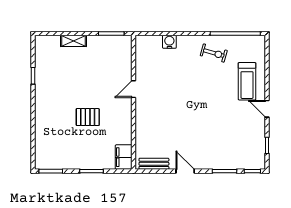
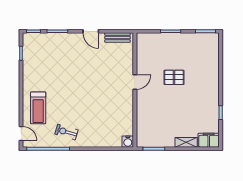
water cooler: (169, 42) -> (128, 142), moved
treadmill: (247, 81) -> (38, 108), turned 180
door: (133, 89) -> (135, 82), moved
door: (267, 109) -> (21, 133), moved
filing cabinet: (124, 157) -> (209, 140), moved, turned -90

